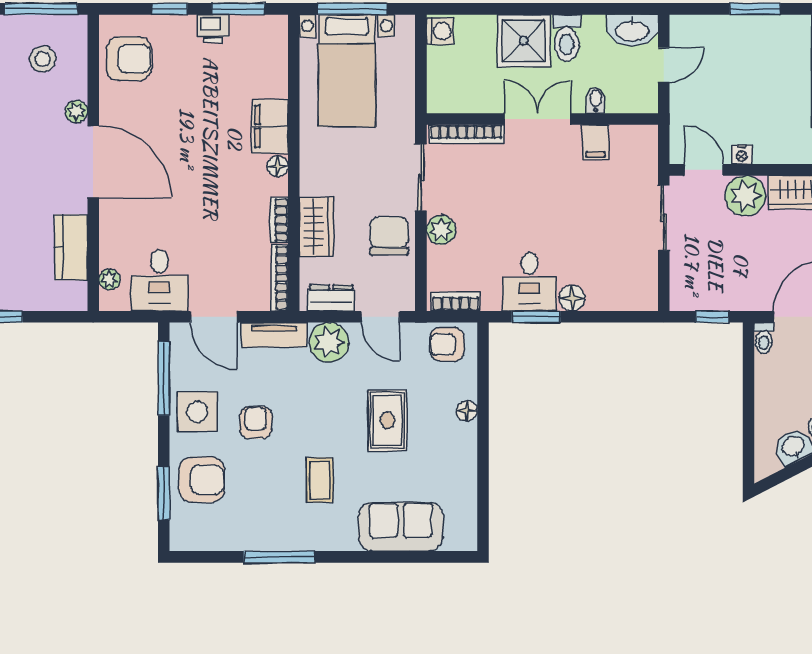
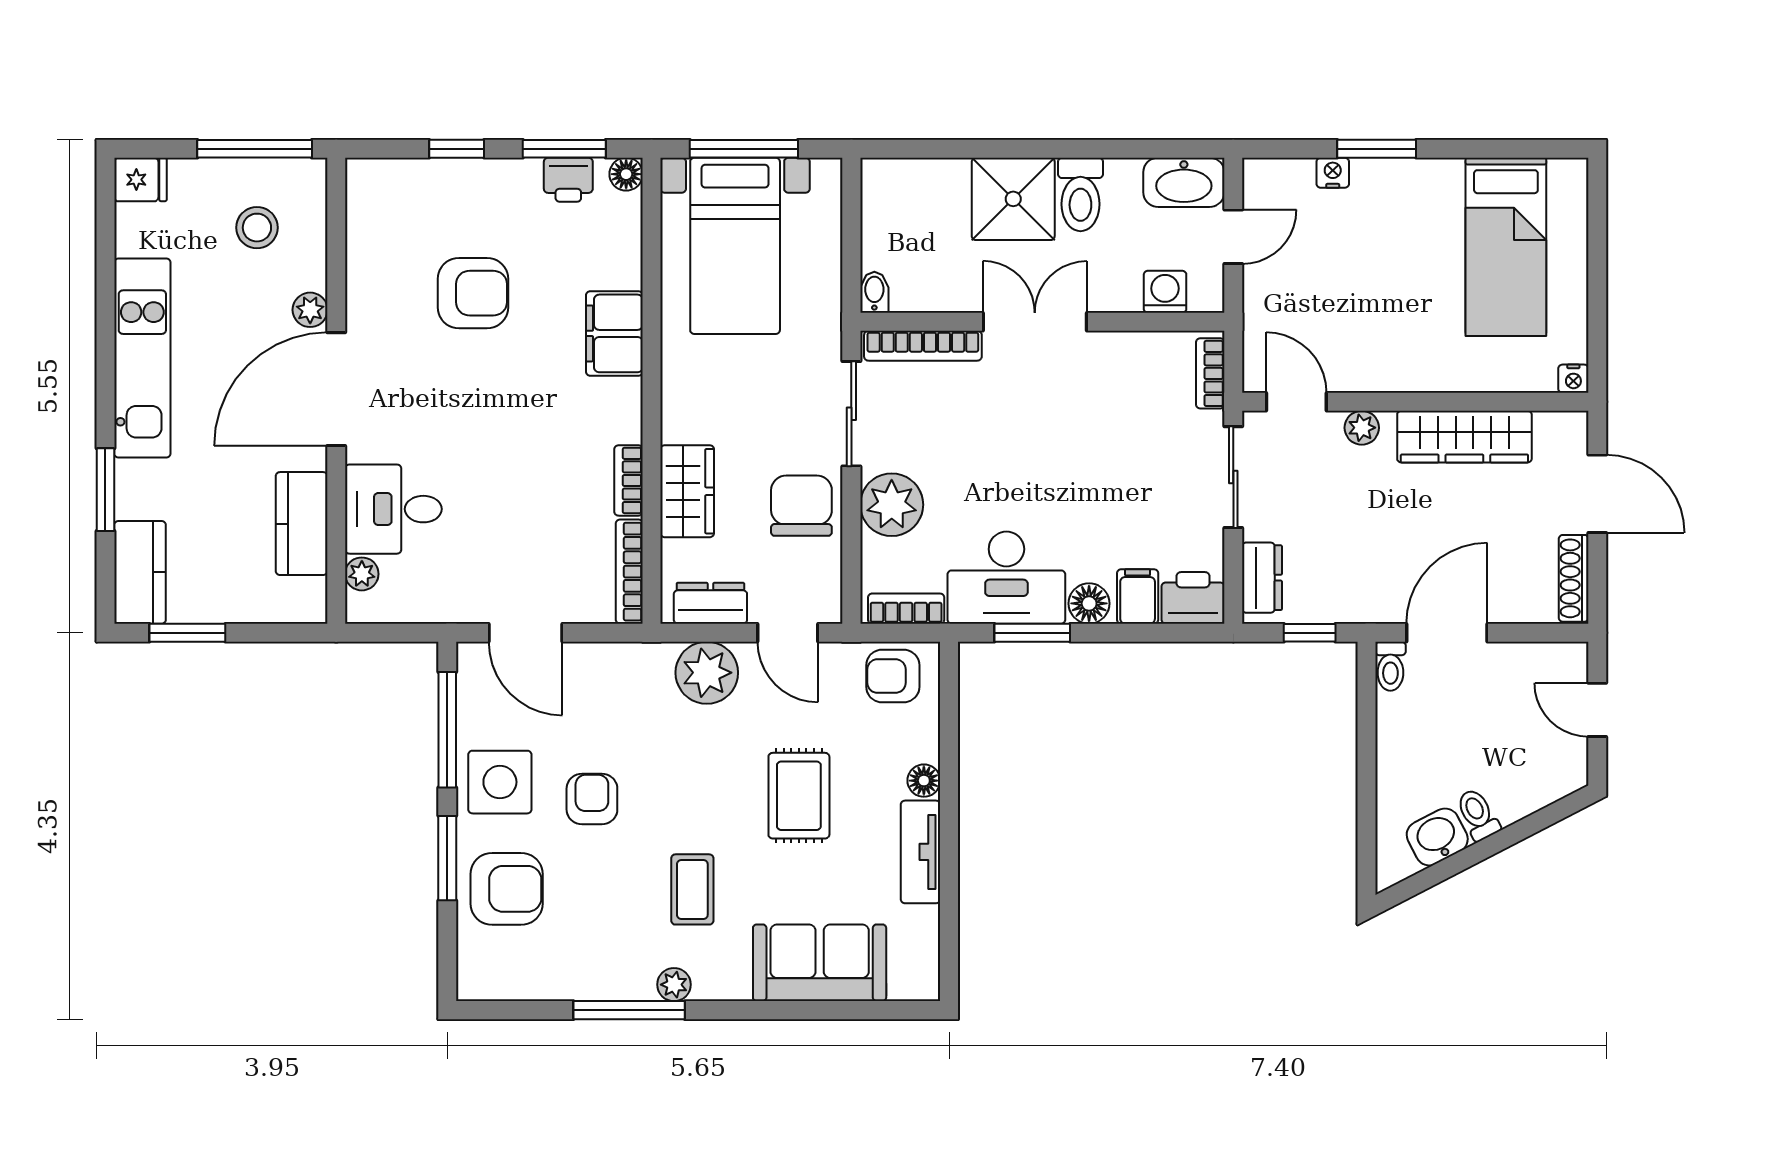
printer: (213, 29) -> (568, 180), moved
washing machine: (440, 31) -> (1165, 292), moved, turned -90
armchair: (129, 59) -> (473, 293), moved
bidet: (596, 100) -> (874, 292), moved
filing cabinet: (596, 142) -> (1138, 596), moved, turned 180
bookcase: (649, 152) -> (1210, 373), added
nightstand: (742, 155) -> (1333, 173), moved, turned 180
door: (93, 162) -> (336, 389), swing flipped
floor lamp: (278, 166) -> (626, 174), moved
plant: (746, 196) -> (1362, 428), width x0.53, depth x0.53
plant: (441, 230) -> (892, 505), width x1.36, depth x1.36
desk: (160, 280) -> (393, 509), moved, turned 90
desk: (530, 282) -> (1006, 578), width x1.37
dresser: (682, 282) -> (1262, 578), added
printer: (638, 295) -> (1193, 598), added
tv unit: (274, 335) -> (921, 852), moved, turned 90
window: (164, 493) -> (447, 858), moved
plant: (308, 541) -> (674, 985), added

